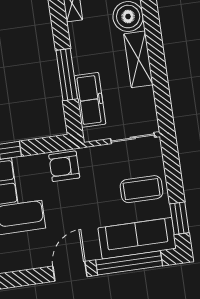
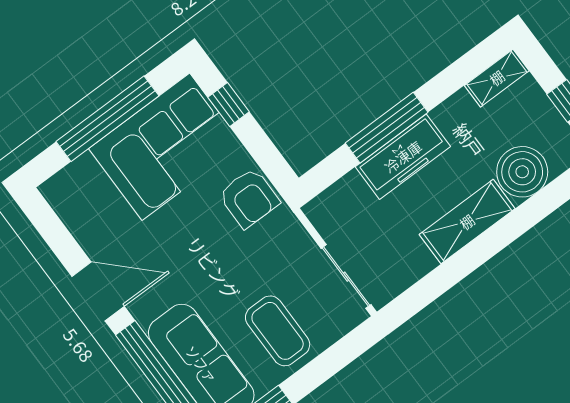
freezer: (90, 100) -> (403, 157), moved
armchair: (64, 166) -> (249, 198), turned 180

